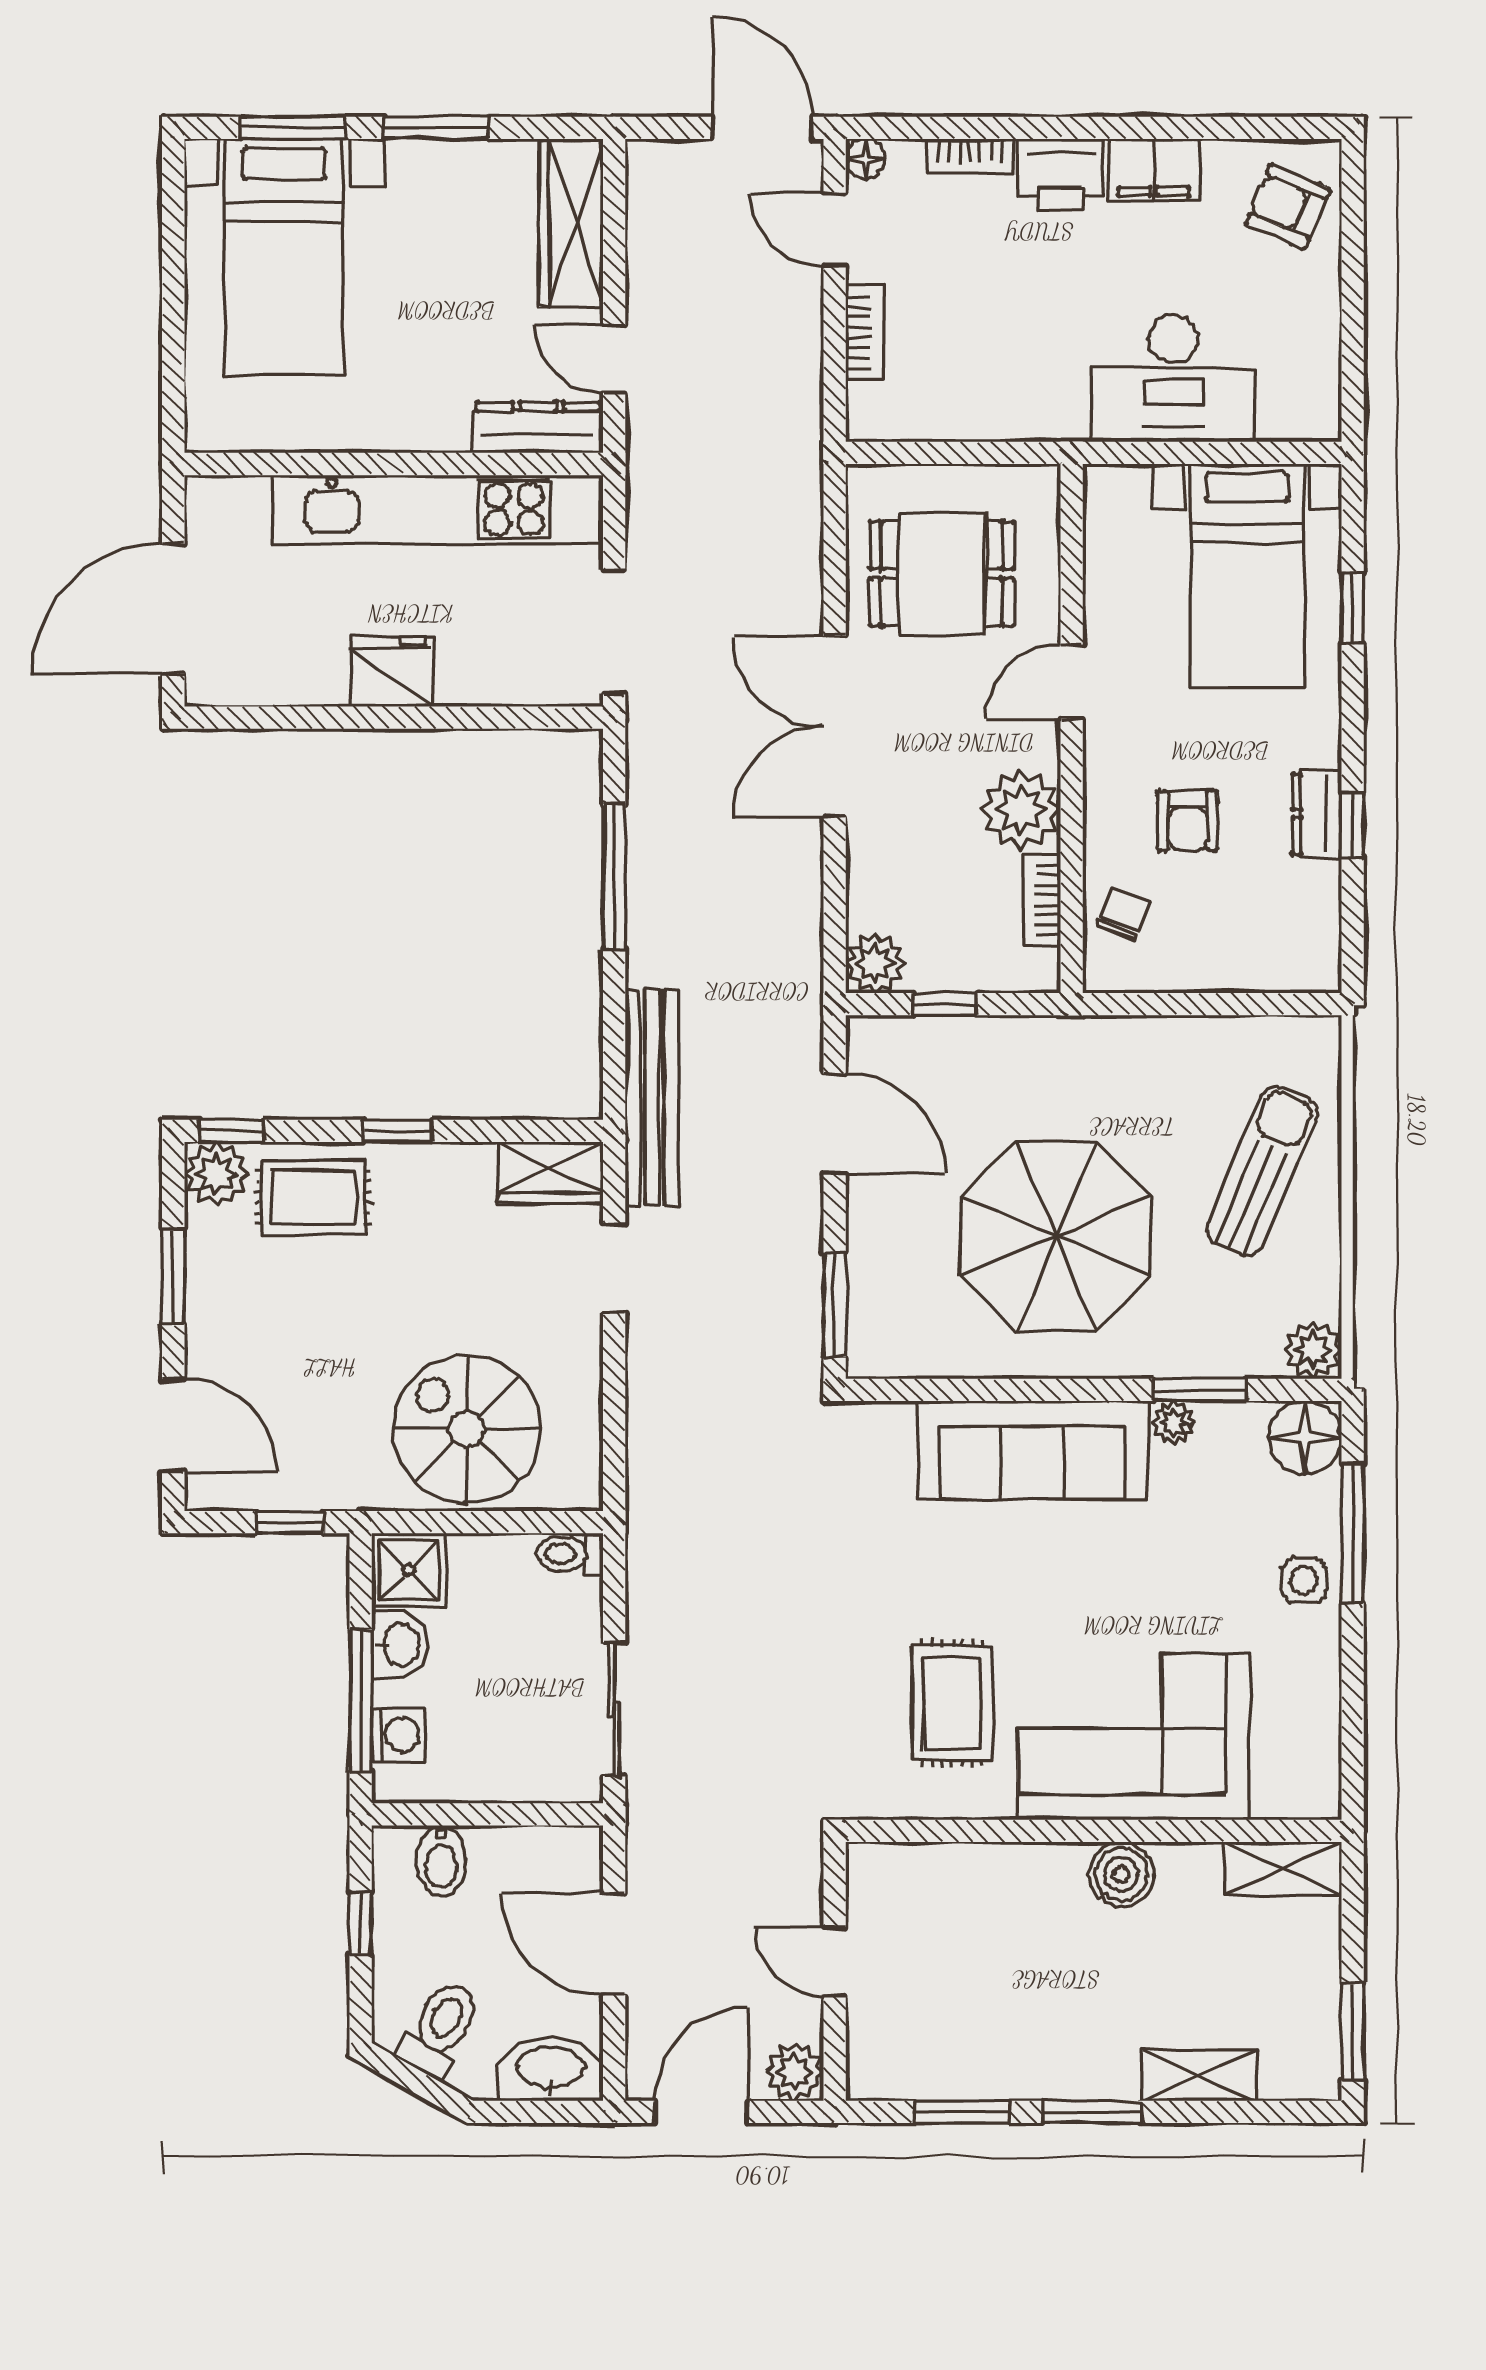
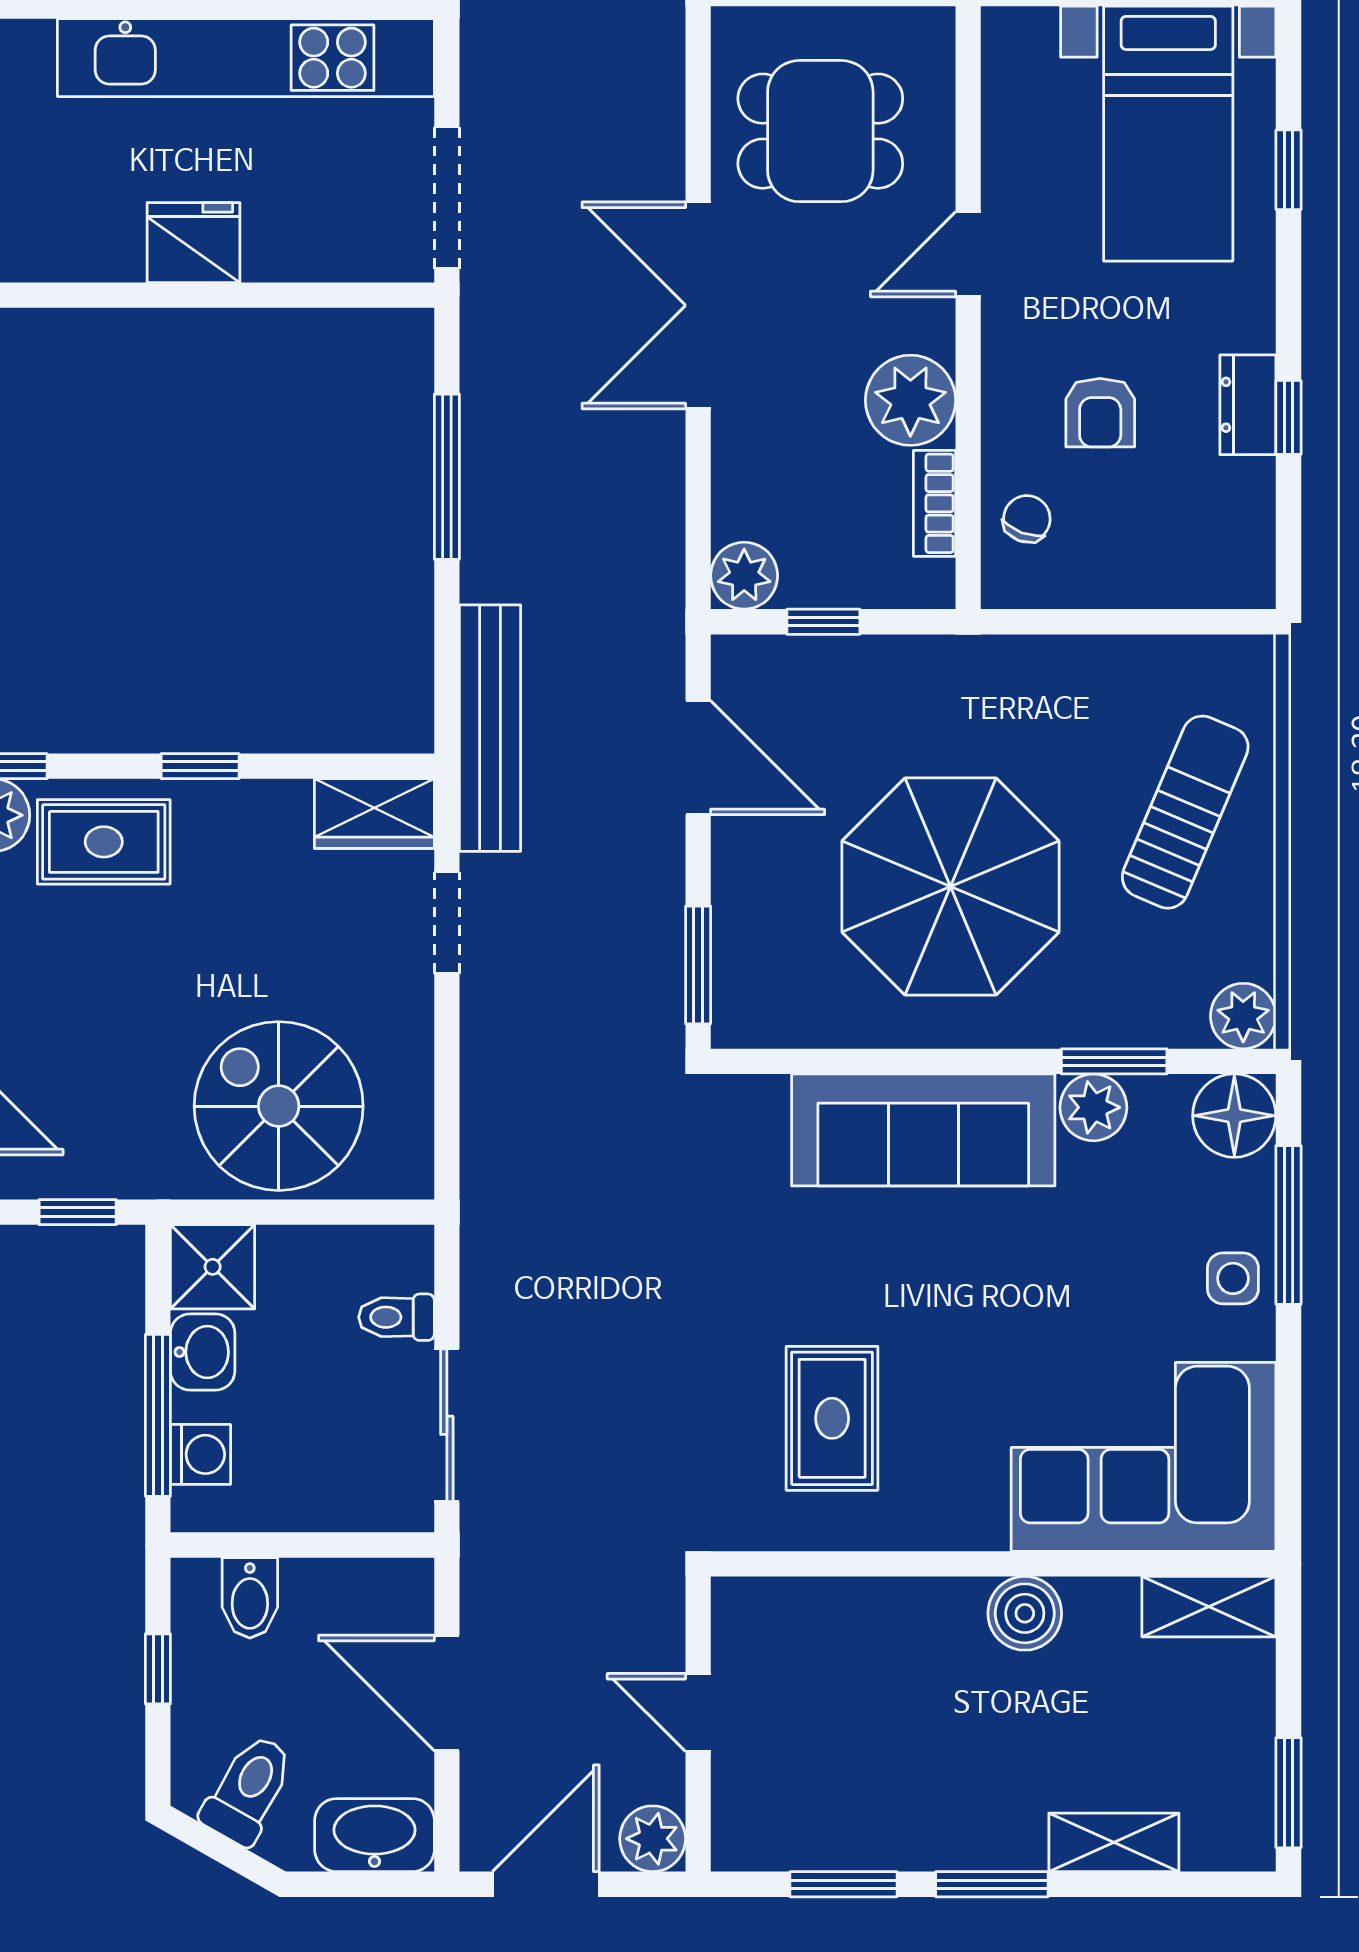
plant: (1173, 1422) -> (1093, 1107), width x1.38, depth x1.38
toilet: (570, 1554) -> (396, 1317), moved
corner sofa: (1134, 1737) -> (1144, 1457), moved

